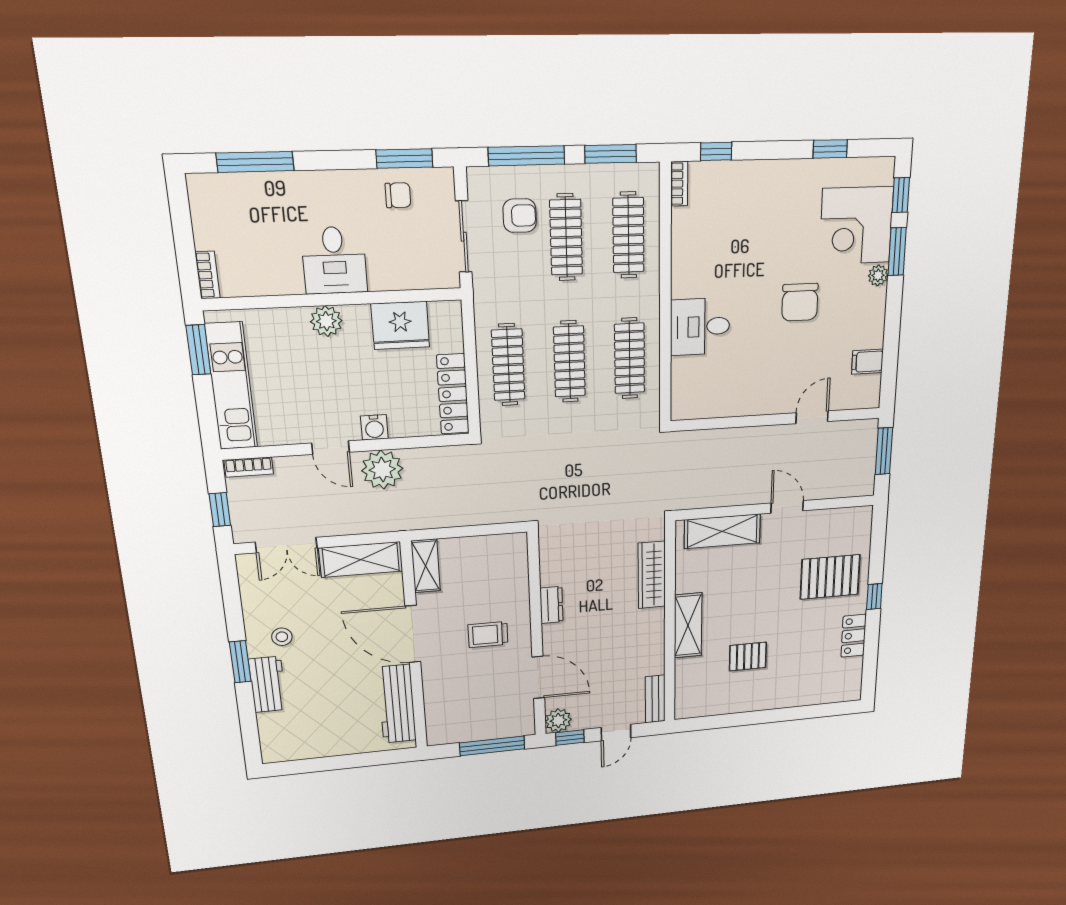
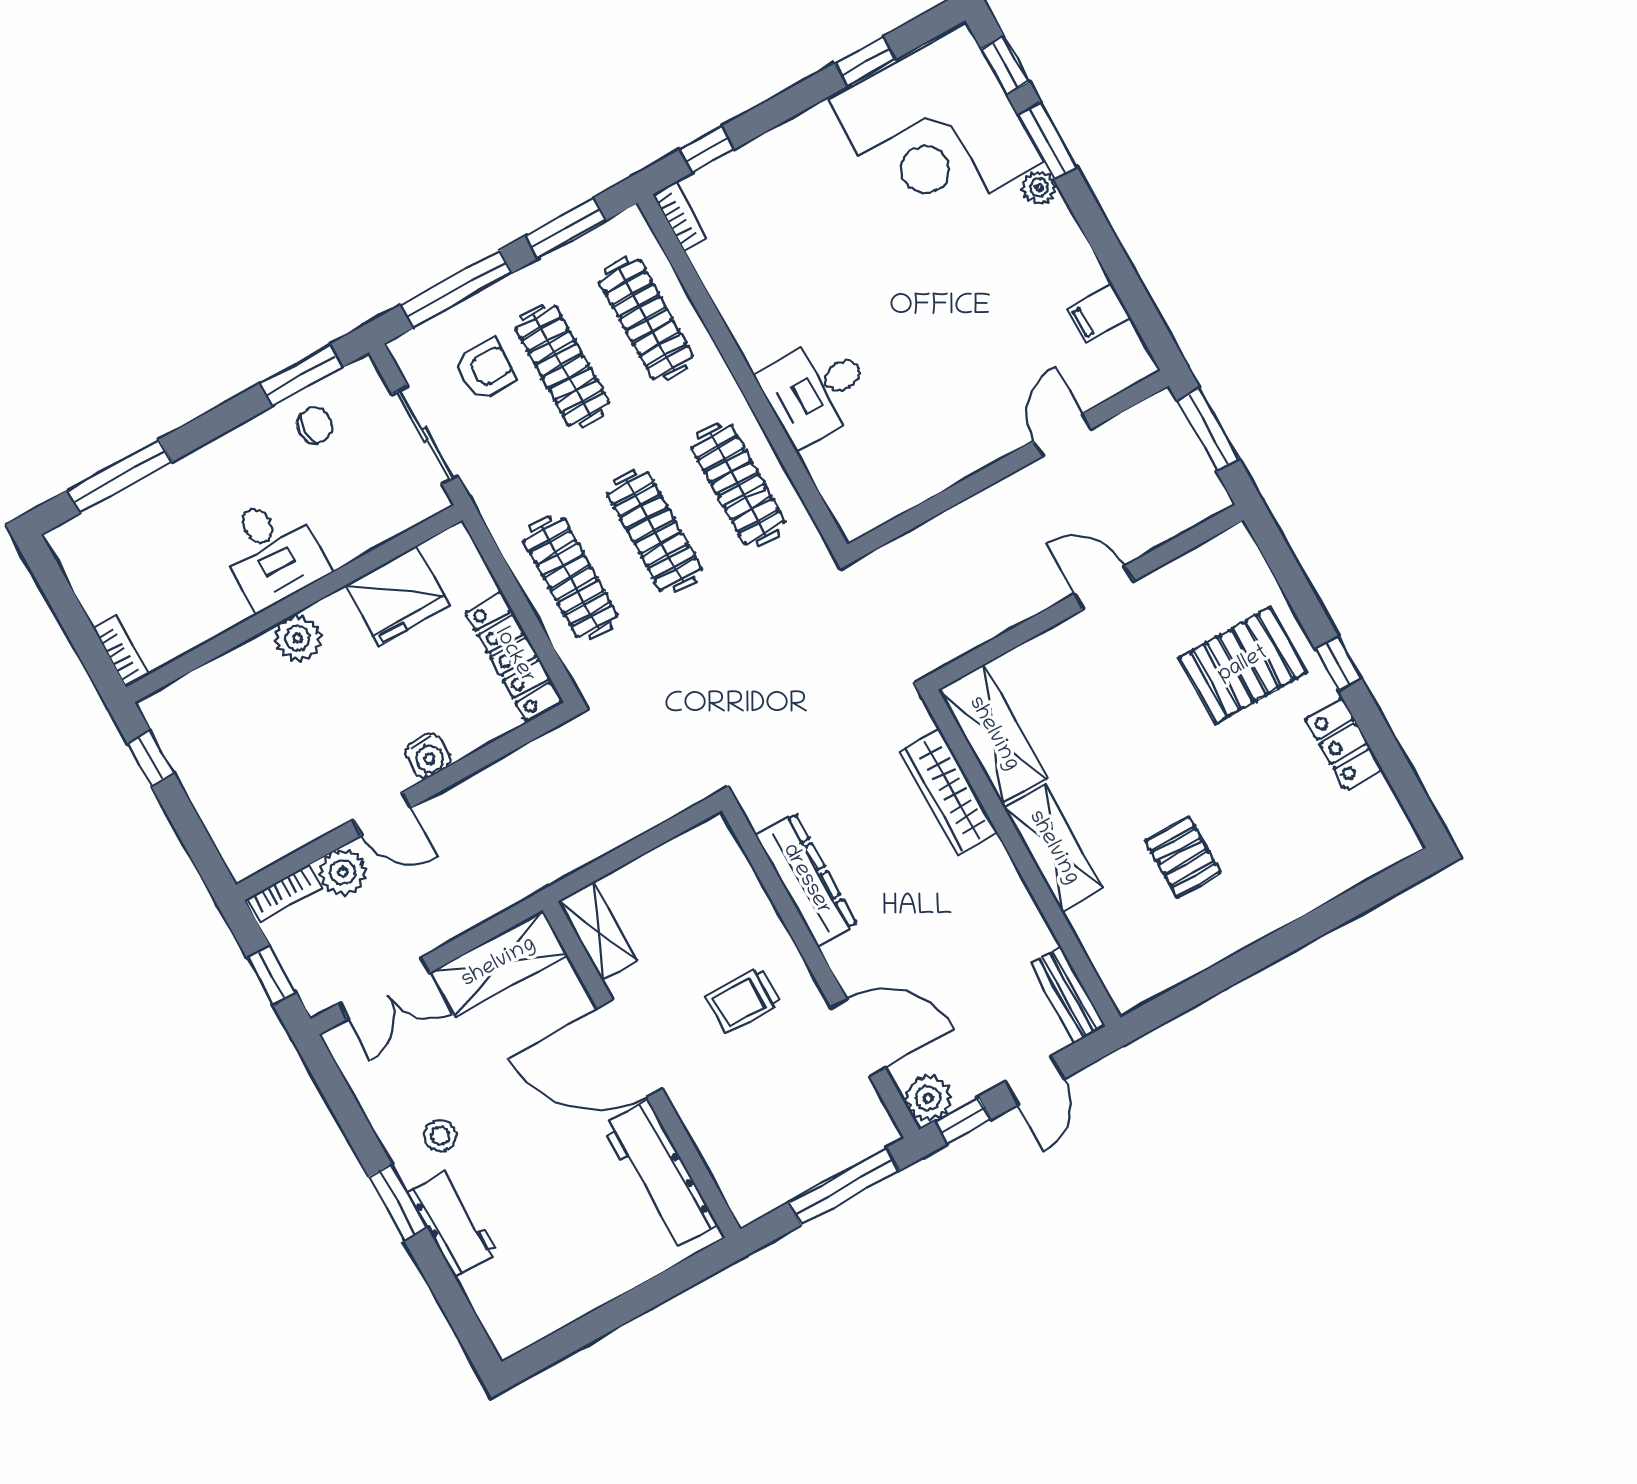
corner desk: (856, 226) -> (936, 131), width x1.36, depth x1.36
chair: (800, 302) -> (944, 283), removed
window: (198, 350) -> (151, 758), width x0.67
kitchen unit: (231, 386) -> (213, 789), removed
plant: (382, 470) -> (343, 872), moved, width x0.73, depth x0.73
shelving: (722, 531) -> (993, 734), moved, turned 90
dresser: (551, 605) -> (806, 880), width x1.96, depth x1.24
pallet: (748, 657) -> (1183, 857), turned 90

